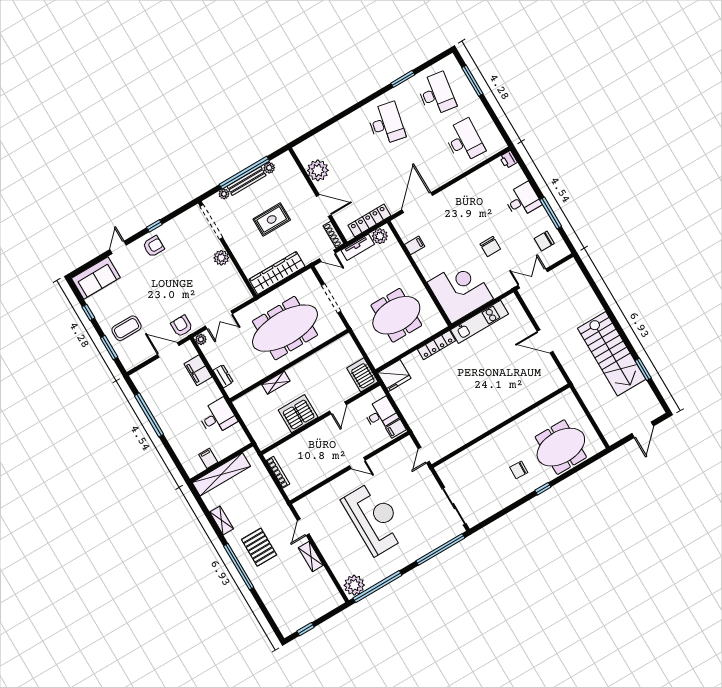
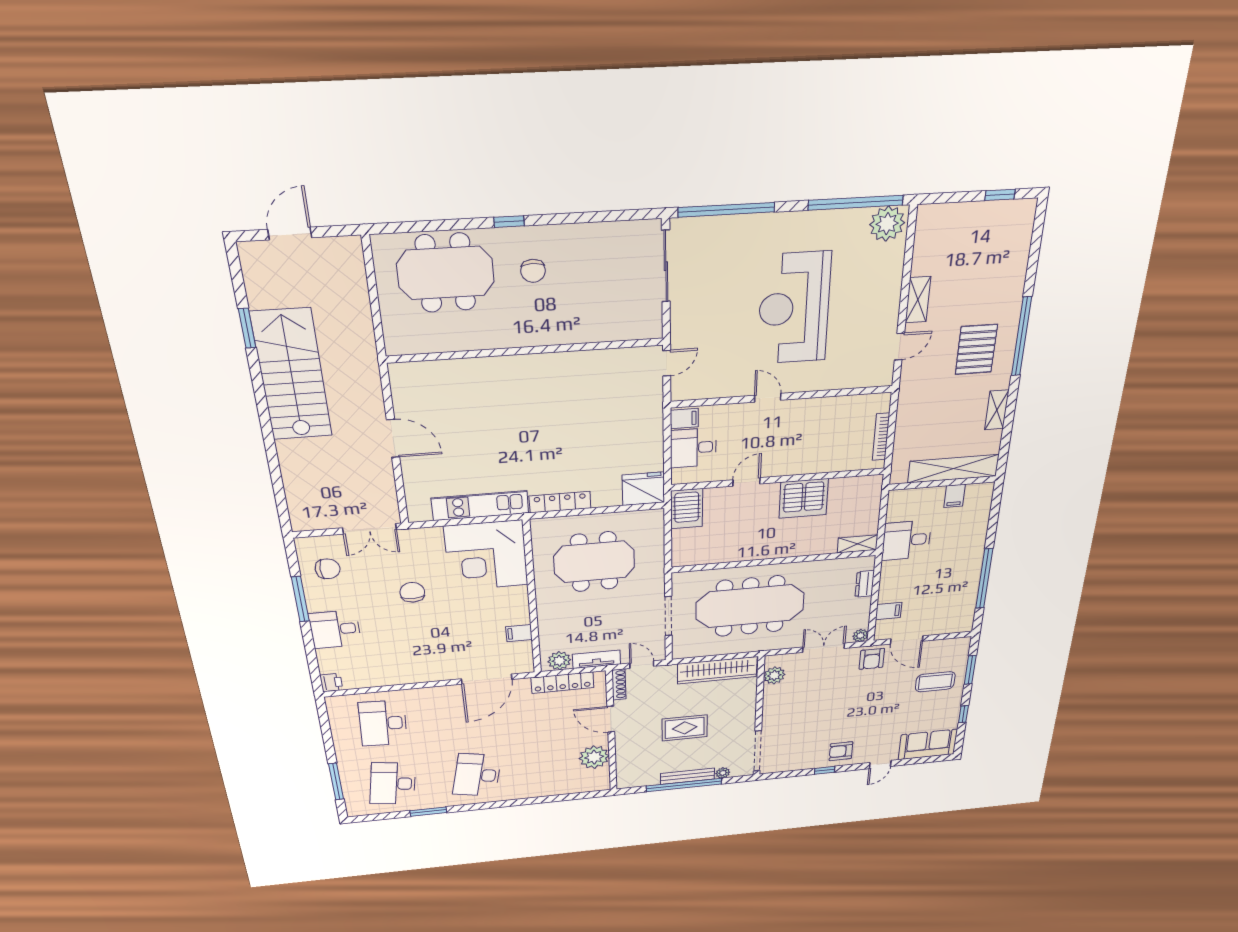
plant: (269, 168) -> (651, 780), removed
plant: (221, 258) -> (774, 675), moved
filing cabinet: (198, 370) -> (889, 611), width x0.50
shelving: (276, 383) -> (858, 544), moved
chair: (519, 470) -> (533, 271), turned 88

